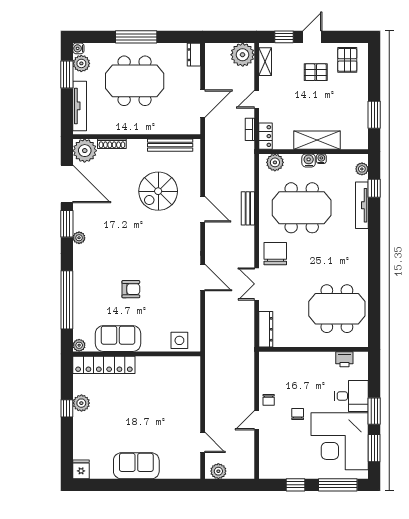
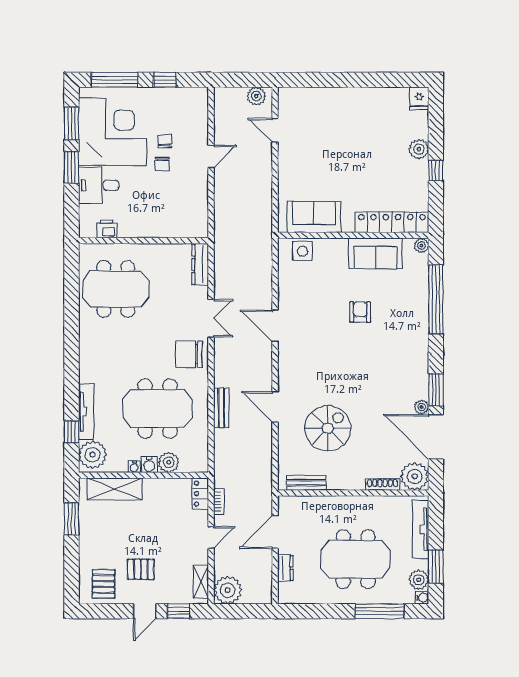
window: (136, 37) -> (379, 611), moved
dresser: (194, 55) -> (285, 568), moved
shelving: (317, 140) -> (115, 489), moved
bench: (170, 145) -> (306, 483), width x0.73
plant: (275, 162) -> (169, 462), moved
plant: (362, 169) -> (93, 455), width x1.88, depth x1.88
plant: (79, 238) -> (422, 407), moved
chair: (275, 254) -> (189, 354), turned 90
armchair: (131, 289) -> (360, 312), turned 90
chair: (269, 400) -> (165, 141), moved
plant: (81, 403) -> (419, 149), moved
sofa: (136, 466) -> (314, 217), moved, turned 180

